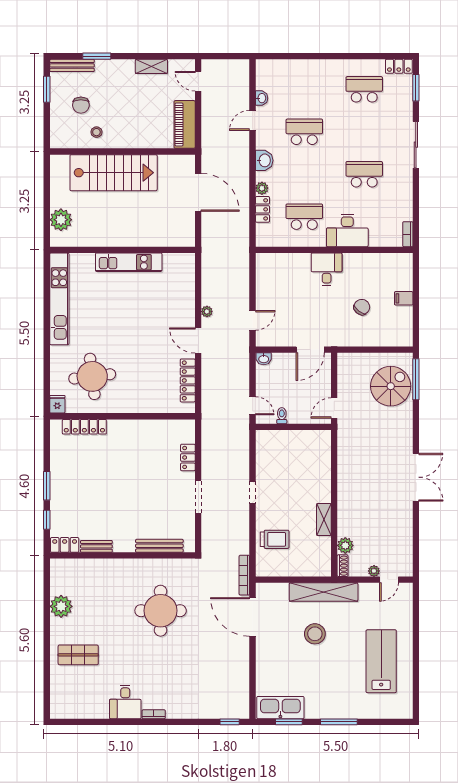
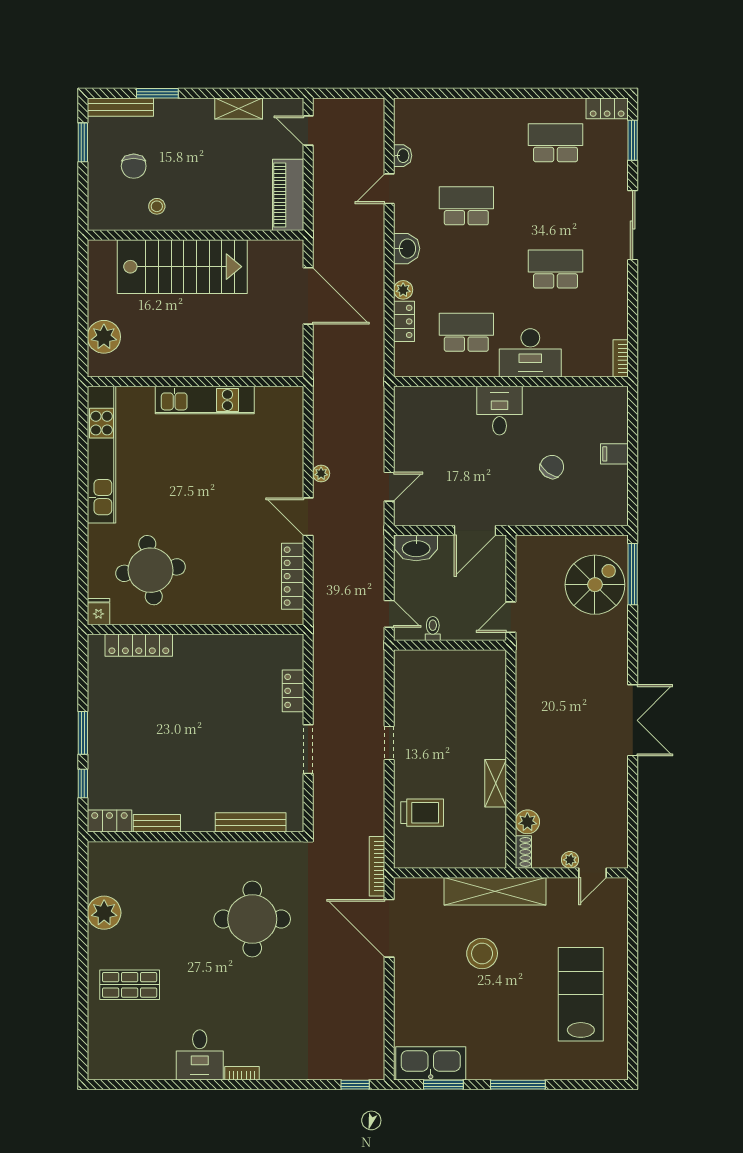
washbasin: (264, 359) -> (416, 548), width x1.91, depth x1.45

